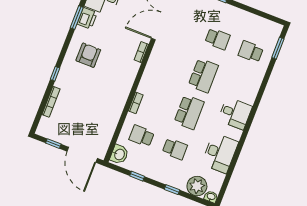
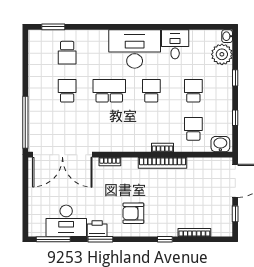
bookcase: (122, 98) -> (163, 163), added
school desk: (189, 112) -> (151, 91), width x0.54
desk: (235, 113) -> (135, 49), width x1.87, depth x1.30
school desk: (142, 136) -> (193, 129), turned 180
desk: (220, 153) -> (175, 44), width x0.73

